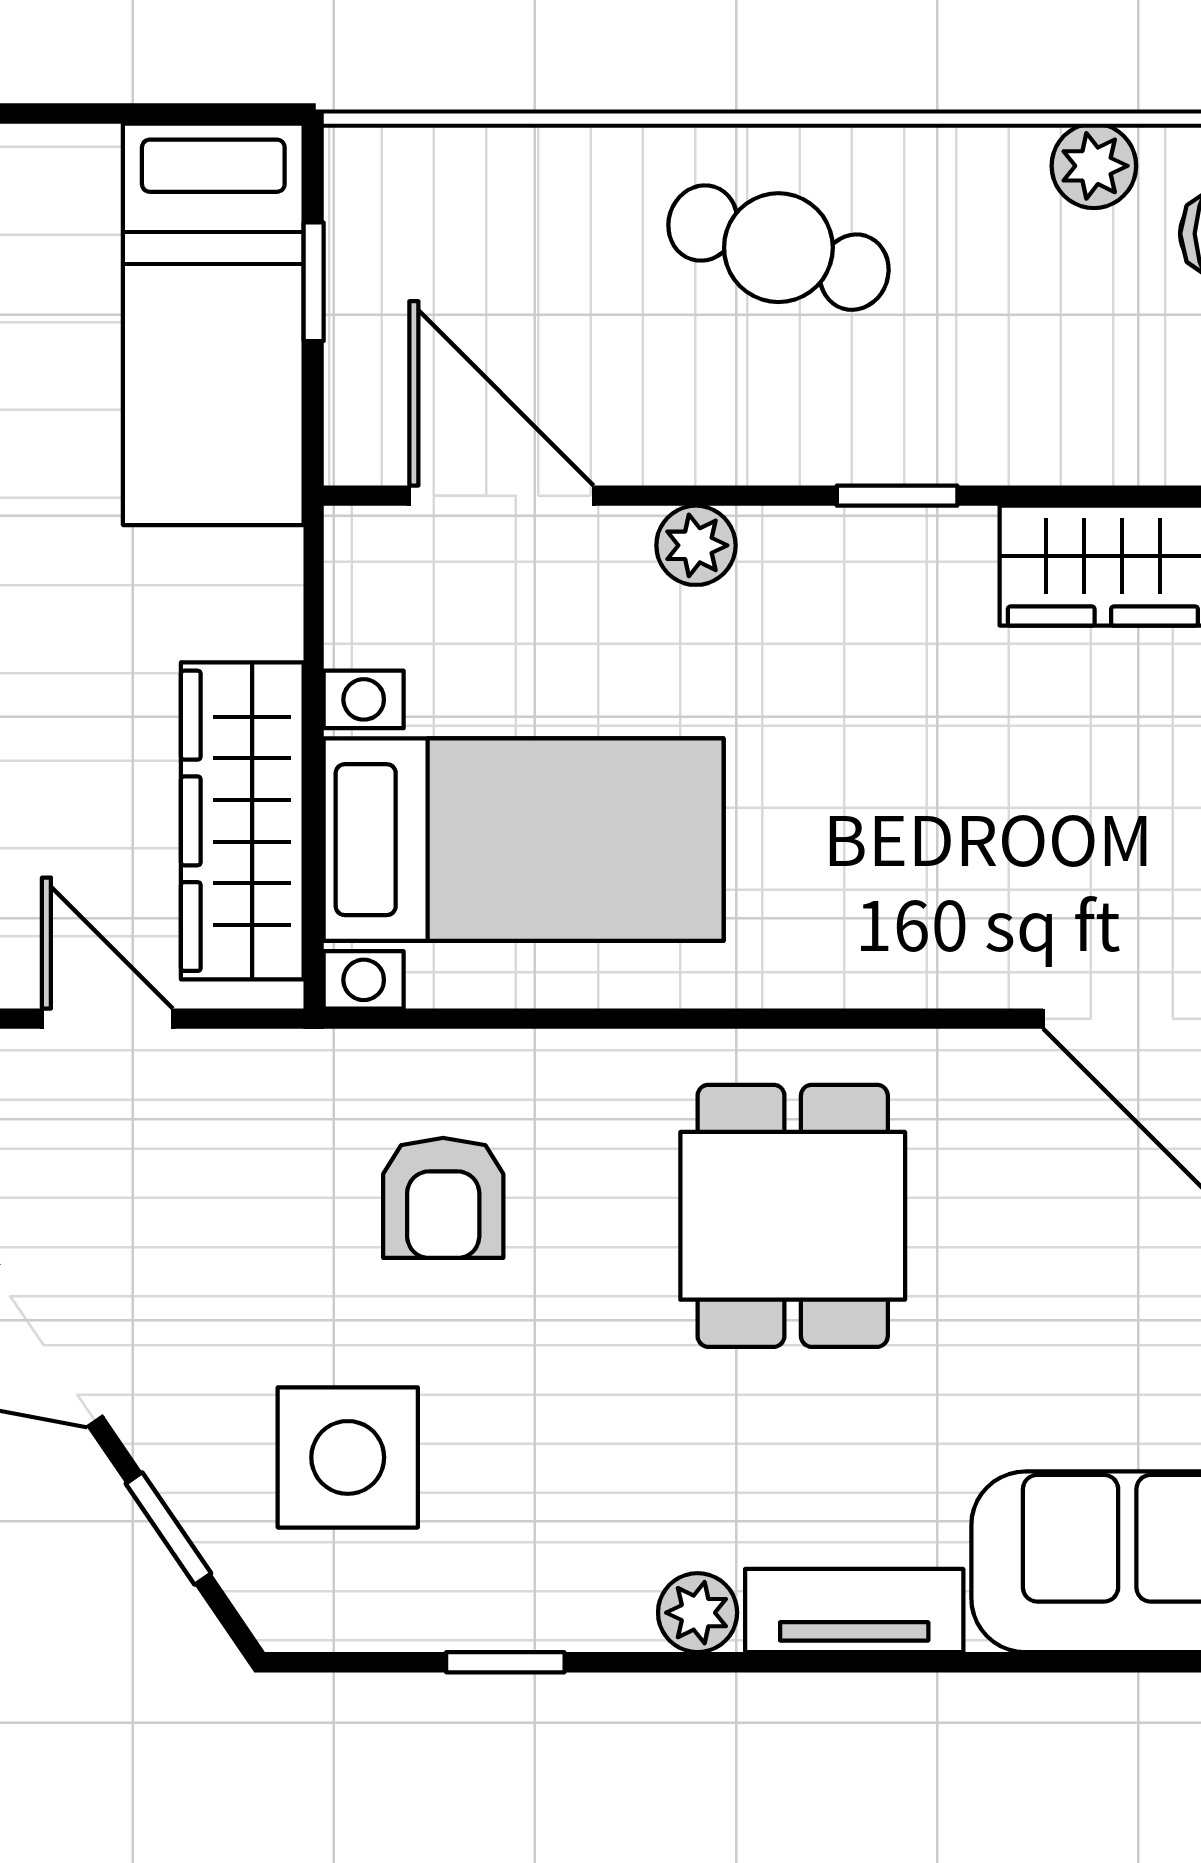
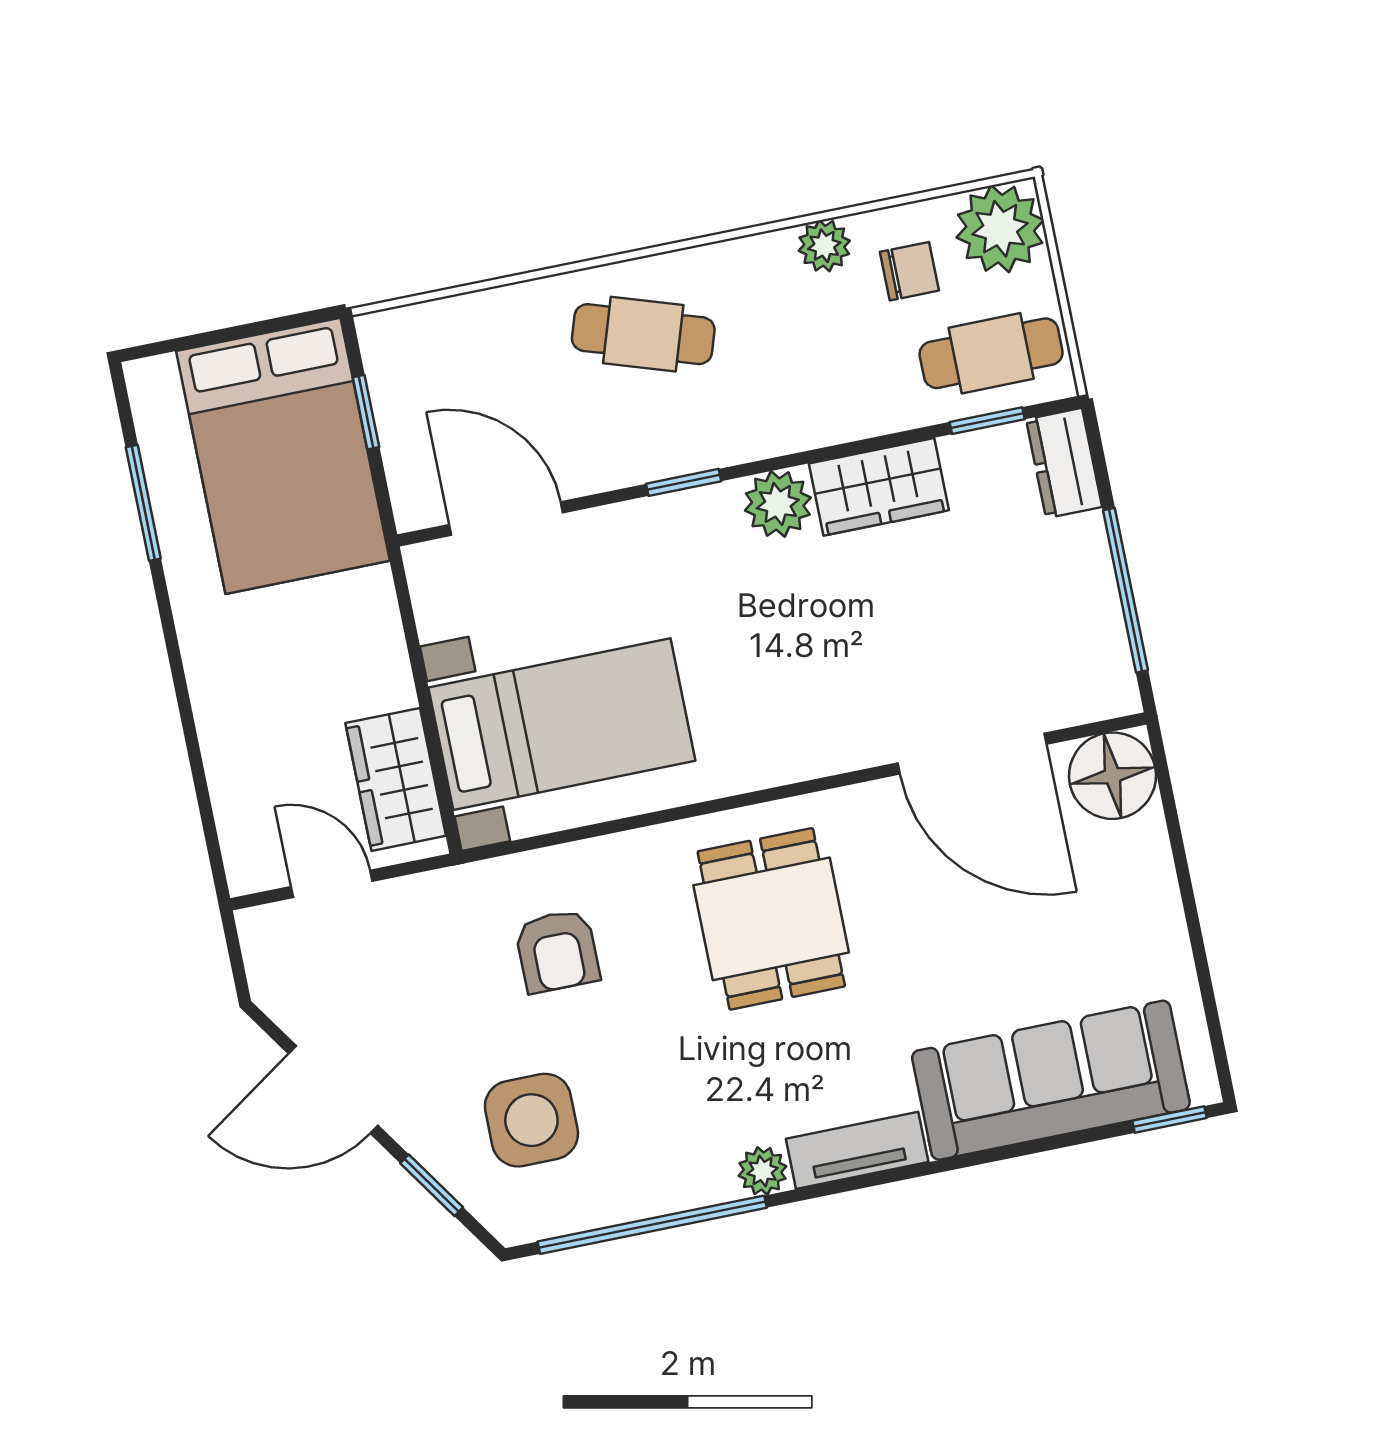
bed: (213, 324) -> (283, 456), width x1.50
window: (897, 496) -> (684, 482), moved
plant: (696, 545) -> (778, 504), moved, width x1.38, depth x1.38
wardrobe: (242, 821) -> (396, 779), width x0.67
window: (505, 1662) -> (652, 1225), width x3.17

